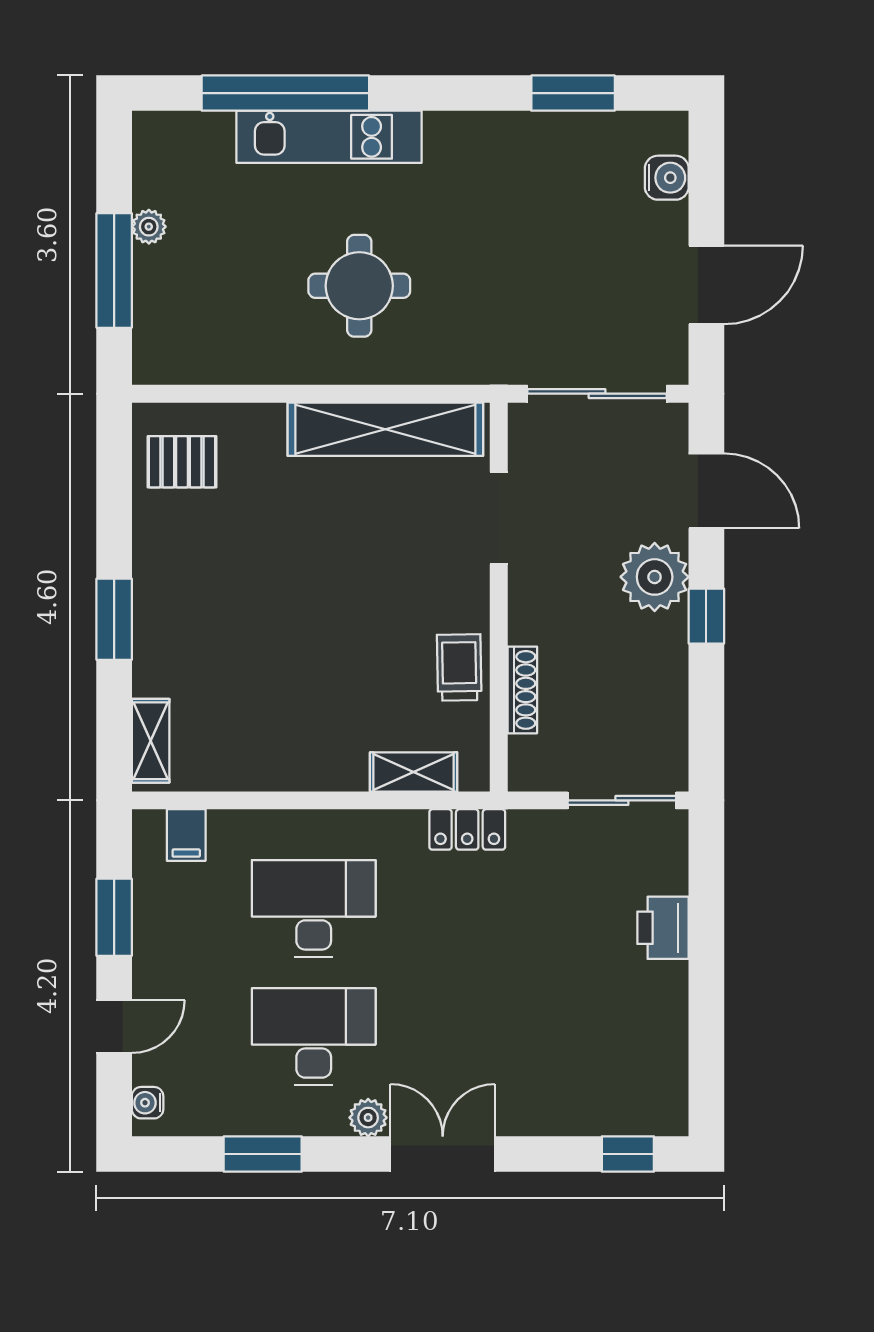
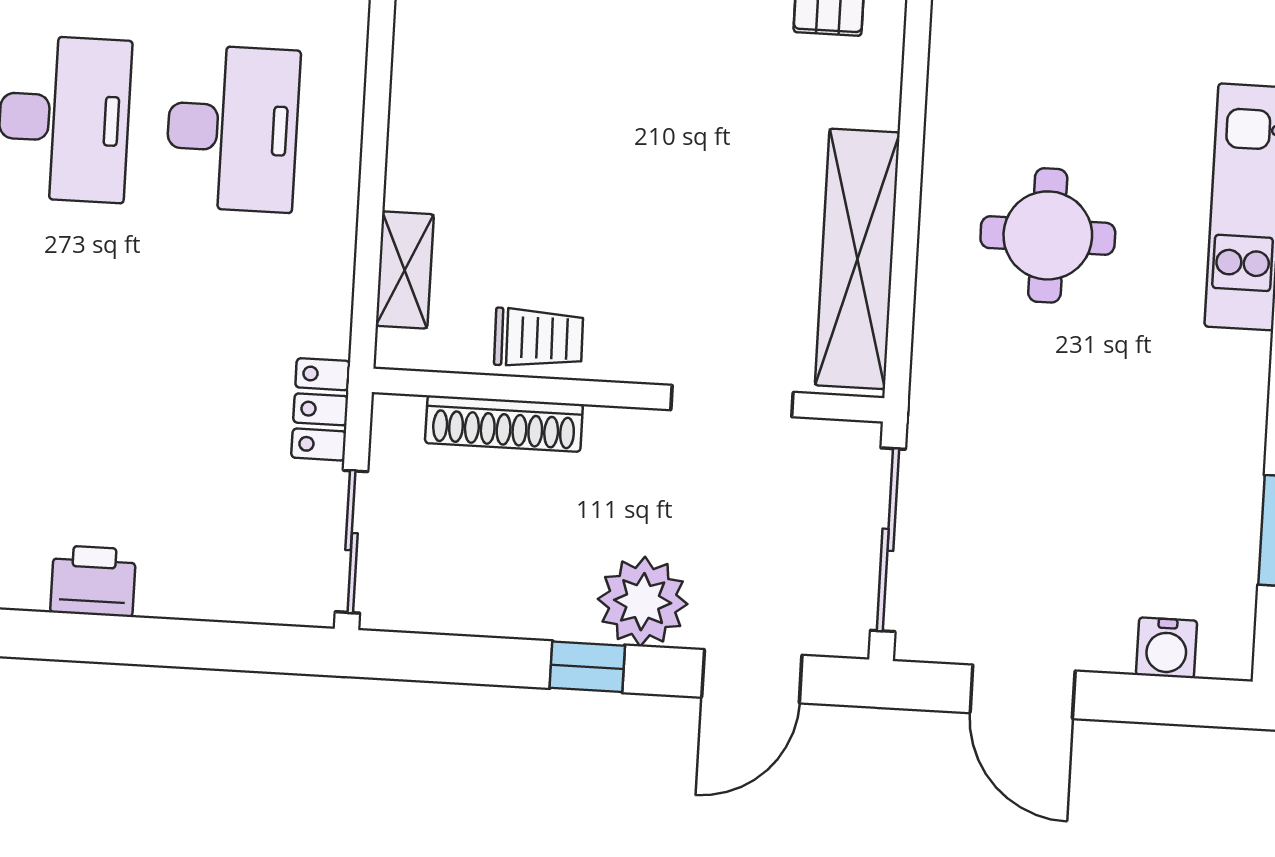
shoe rack: (522, 690) -> (504, 424), width x1.36, depth x1.24
locker: (467, 829) -> (321, 409), moved
printer: (663, 928) -> (93, 581), moved

